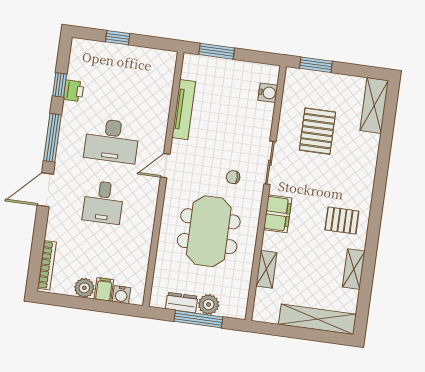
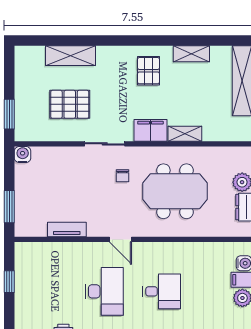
window: (118, 38) -> (9, 282), moved
water cooler: (268, 93) -> (23, 155), moved
shelving: (374, 105) -> (71, 56), moved
tv unit: (184, 110) -> (67, 229), width x0.71
shelving: (266, 269) -> (185, 134), moved

